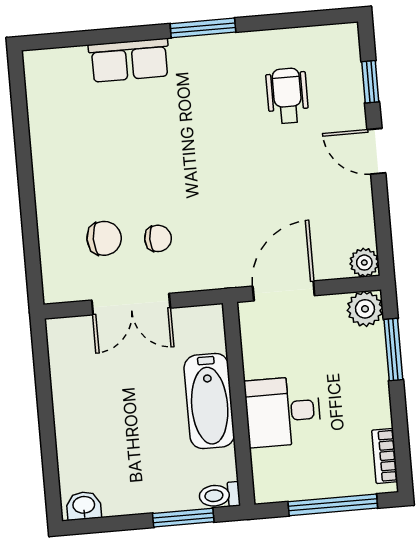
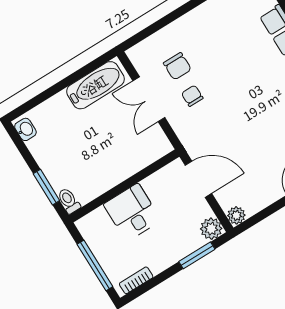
chair: (158, 238) -> (192, 96), turned 180
bathtub: (209, 401) -> (95, 85), moved, turned 180

